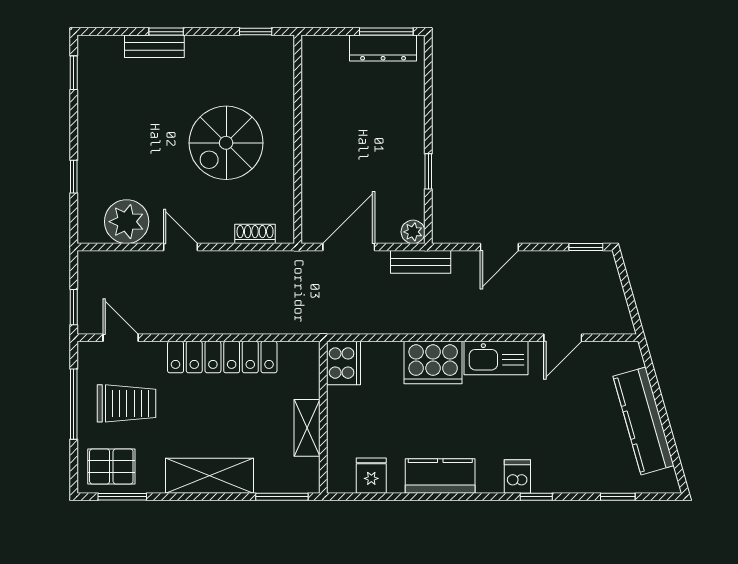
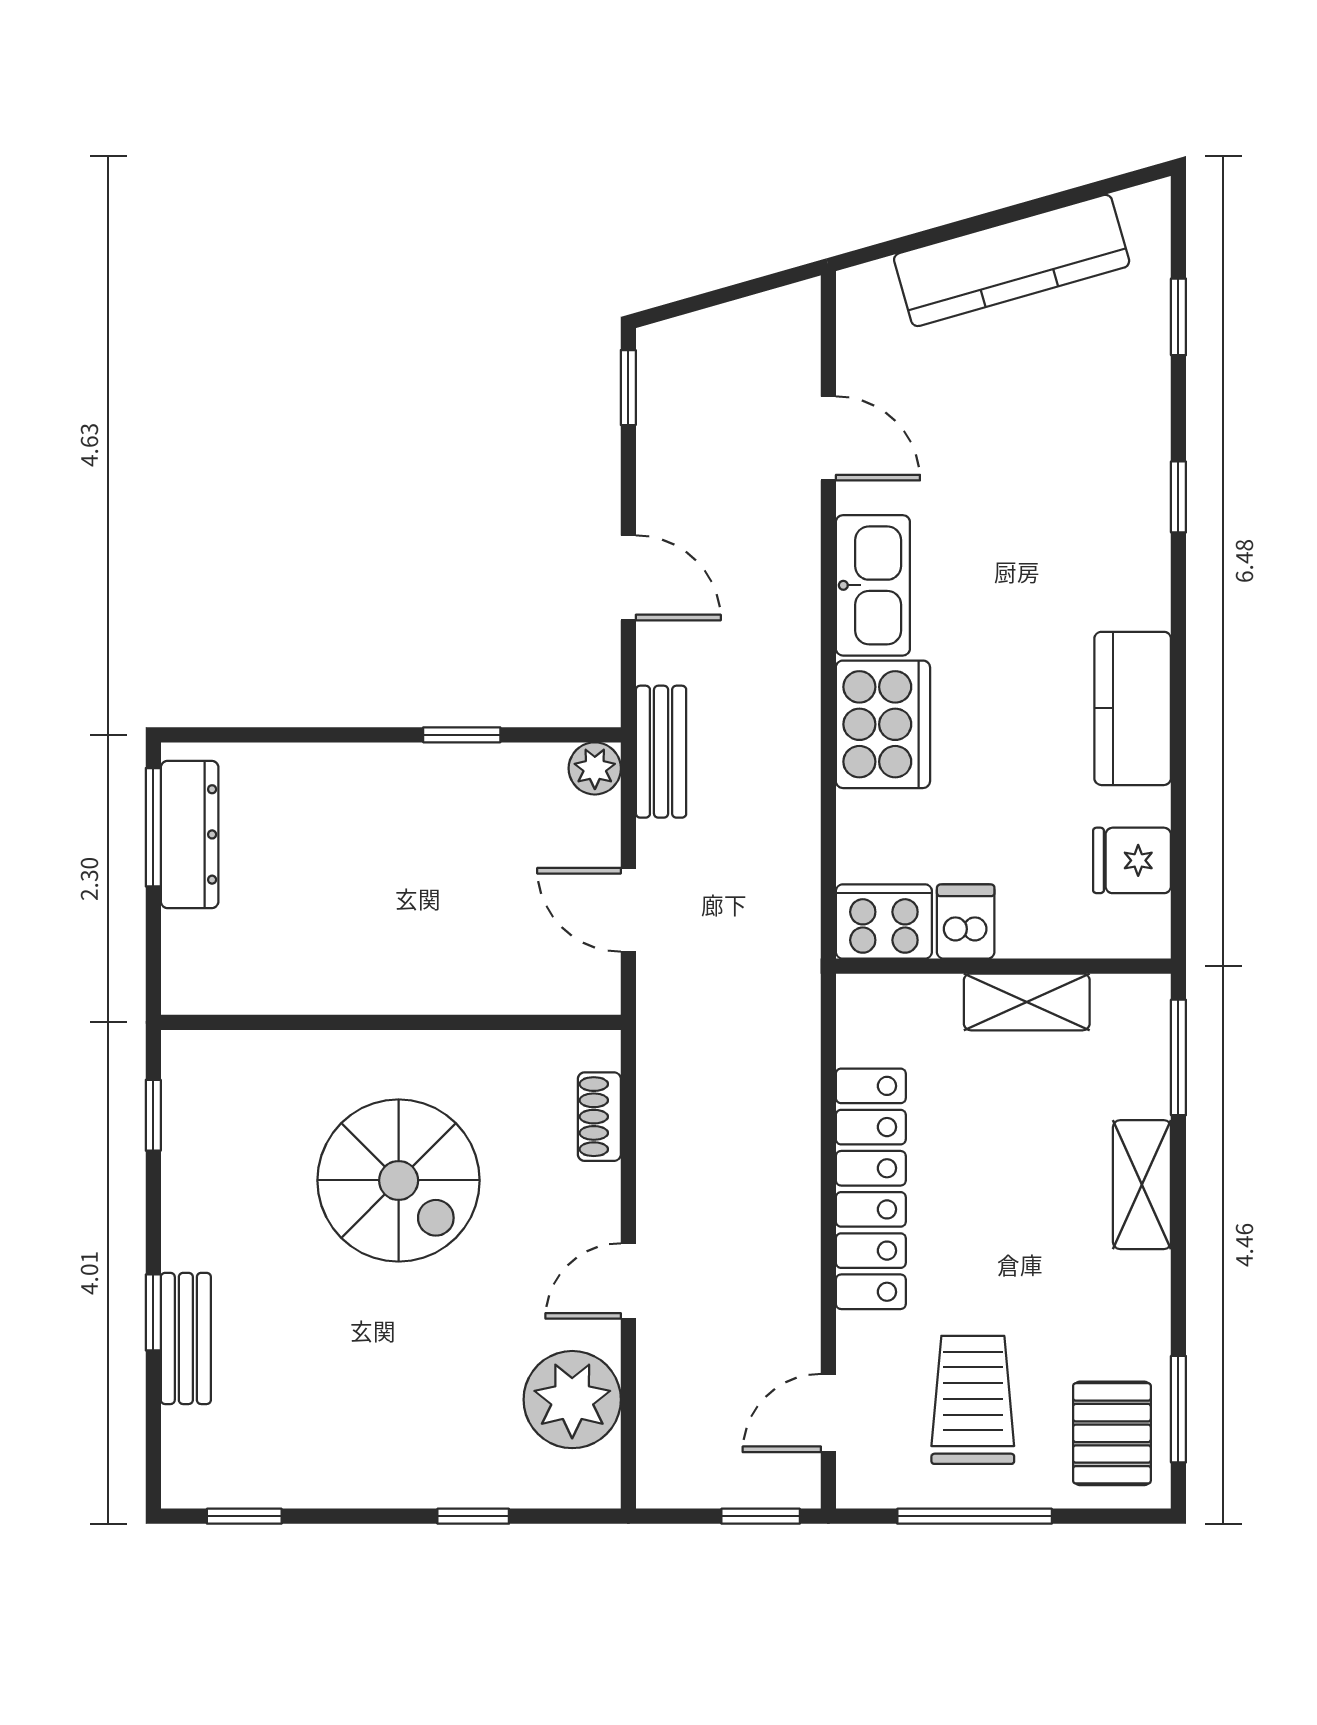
door: (349, 247) -> (628, 910), width x0.73
shelving: (210, 476) -> (1142, 1185), width x0.67, depth x0.75
dishwasher: (517, 476) -> (966, 921), moved, turned 90

